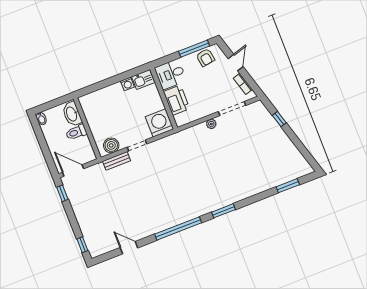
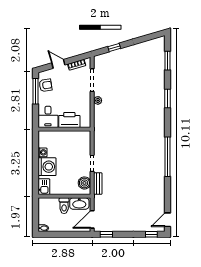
kitchen sink: (143, 80) -> (44, 187), moved
washbasin: (72, 114) -> (79, 204), moved
washing machine: (159, 123) -> (47, 167), moved, turned 180
window: (223, 211) -> (167, 99), moved
door: (129, 248) -> (167, 220), moved

